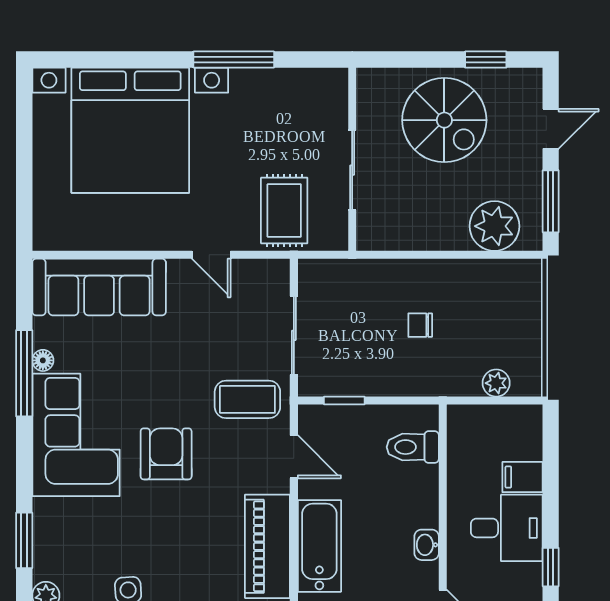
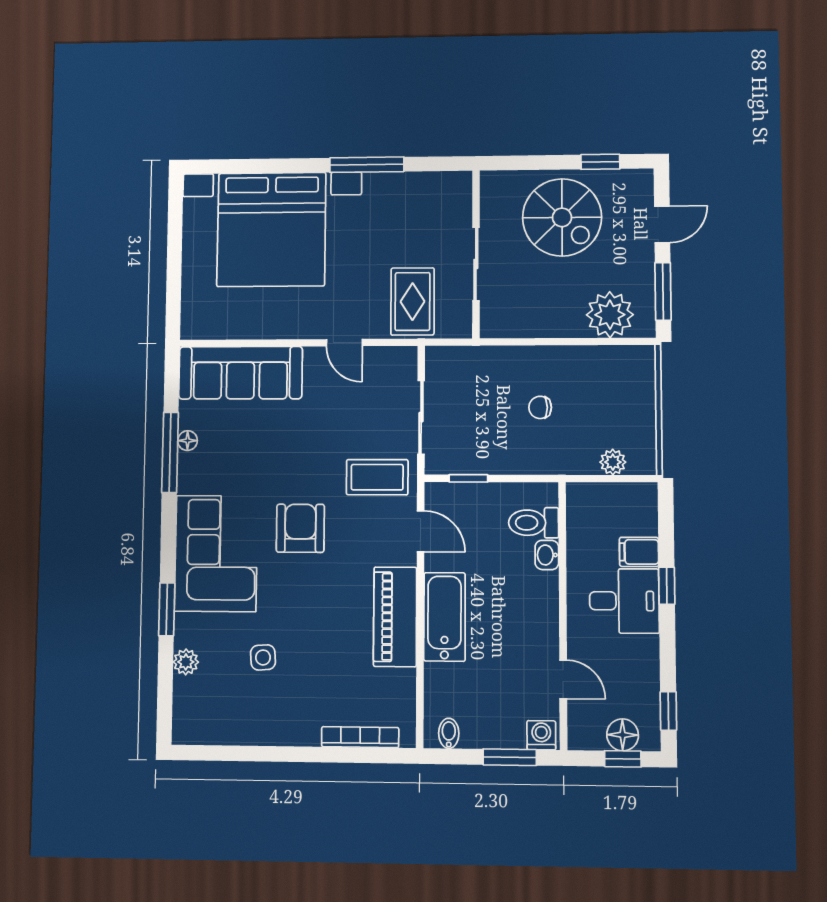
corner sofa: (76, 435) -> (216, 553), moved
washbasin: (427, 545) -> (547, 555), moved
window: (551, 567) -> (667, 586), moved

